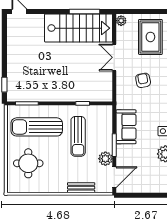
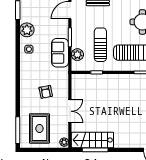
stairs: (79, 28) -> (92, 140), width x0.73, depth x0.66
plant: (105, 159) -> (77, 55), moved

